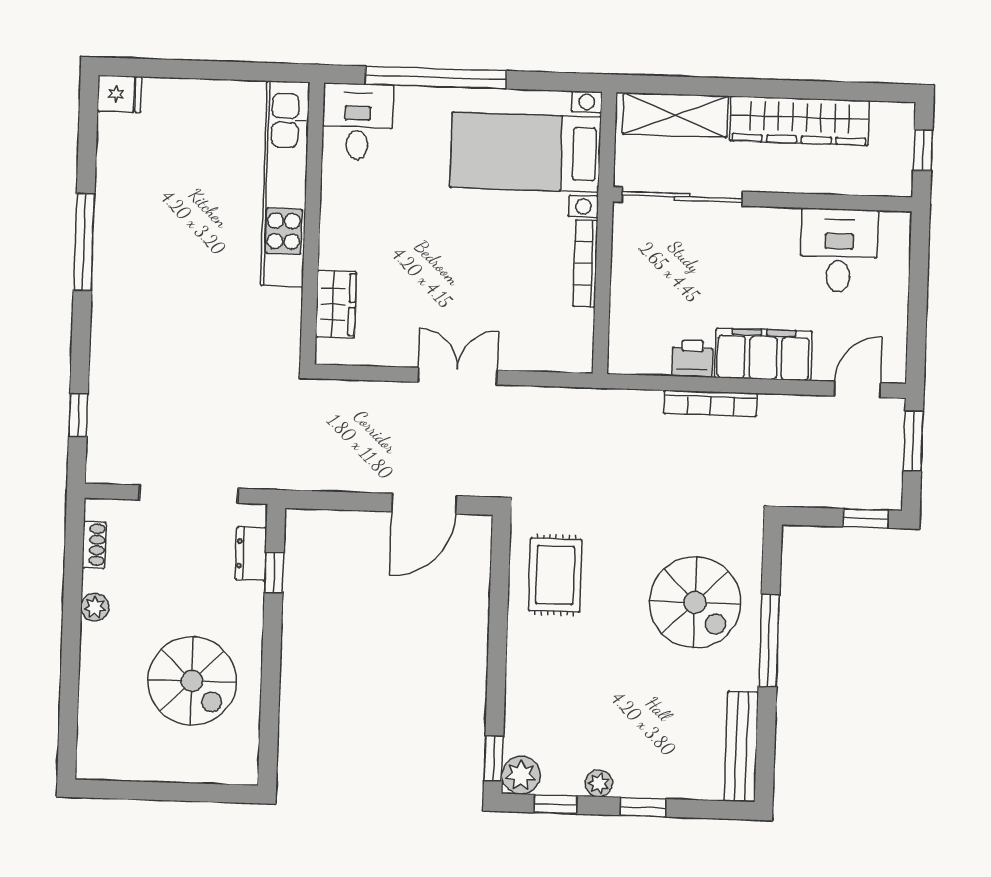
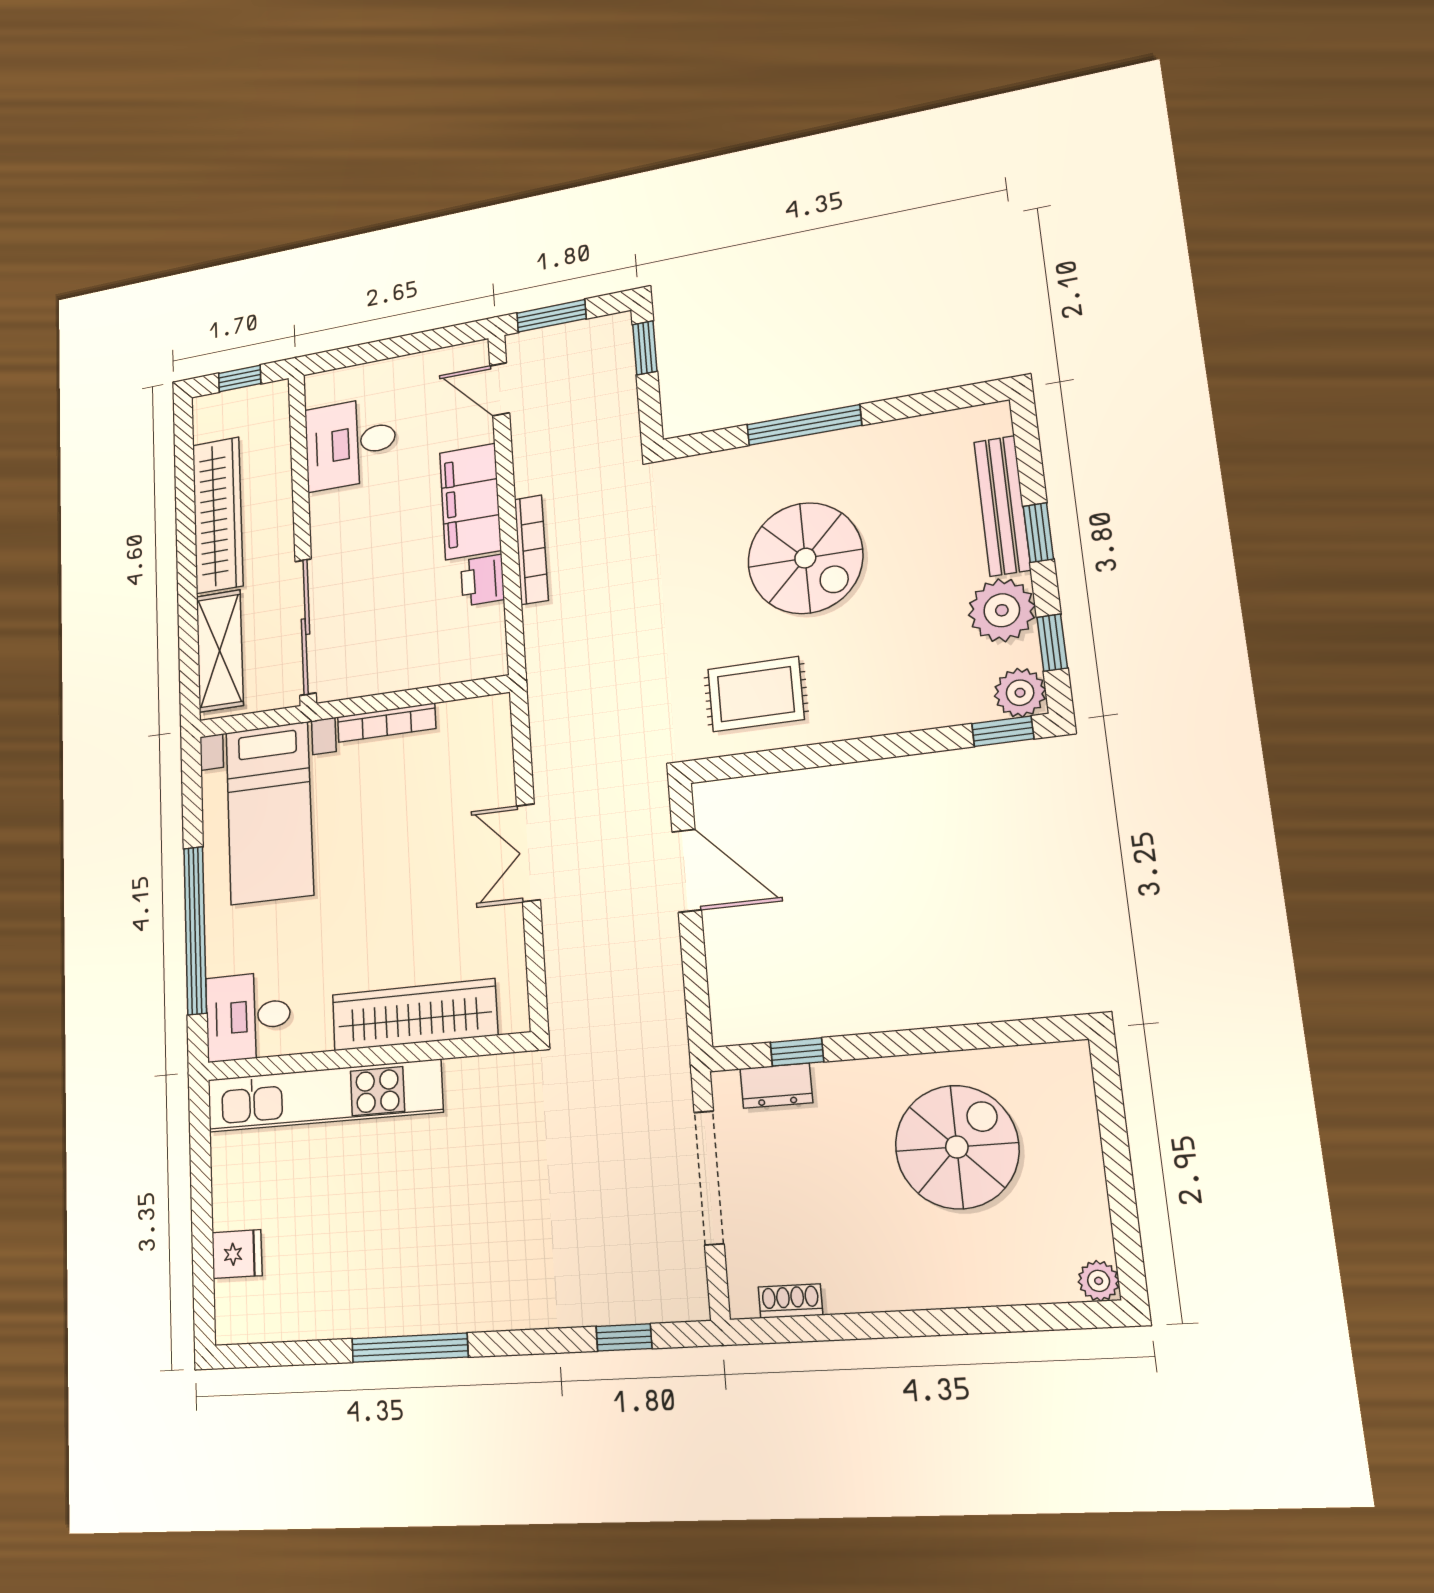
fridge: (119, 94) -> (237, 1254), moved, turned 90
wardrobe: (336, 304) -> (414, 1015), width x2.10, depth x1.17
spiral stairs: (695, 602) -> (805, 558), moved, turned 90
plant: (95, 607) -> (1099, 1281), moved
bench: (741, 747) -> (1002, 506), moved, turned 90
plant: (599, 783) -> (1002, 610), width x1.88, depth x1.88

